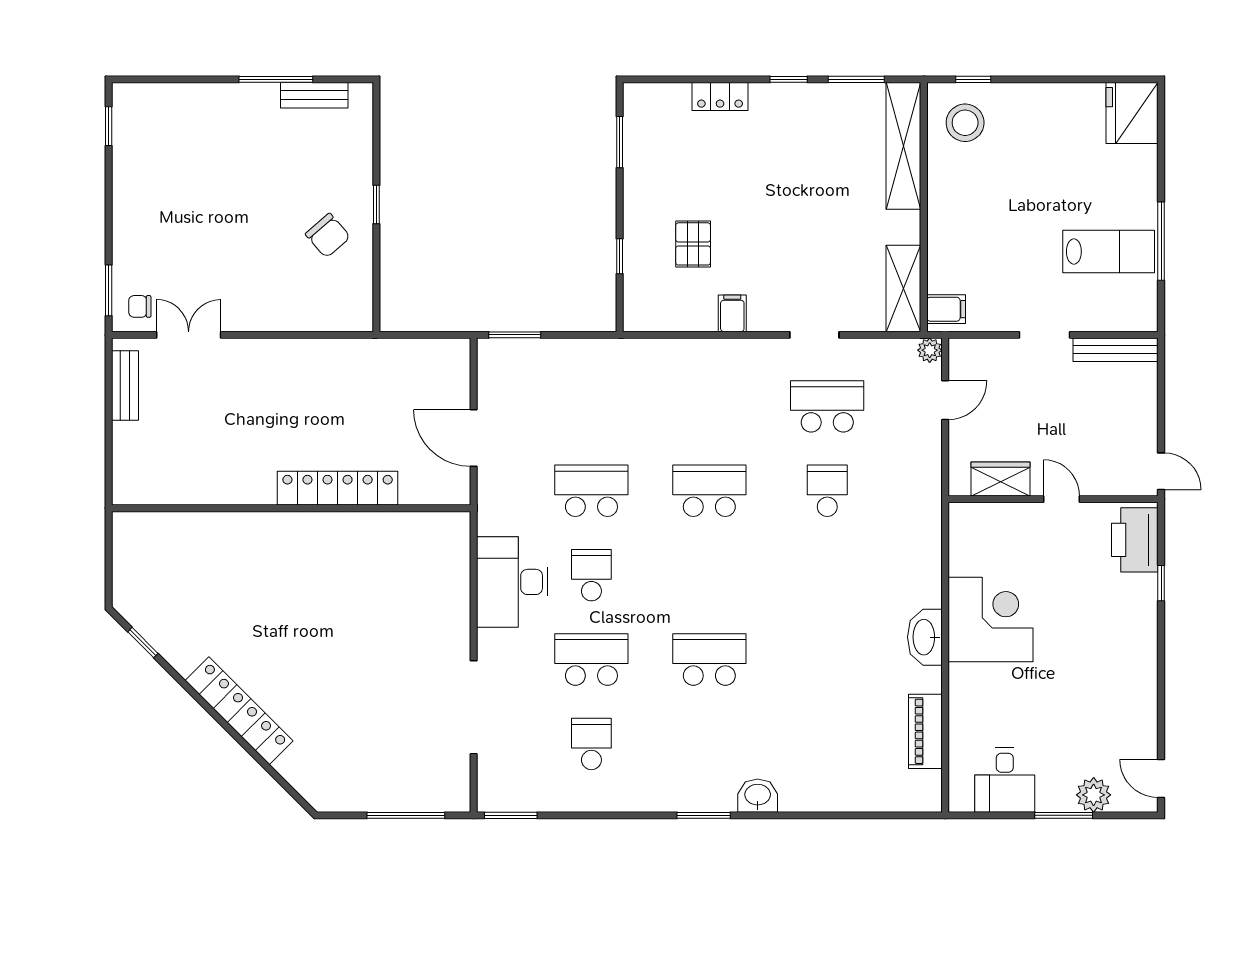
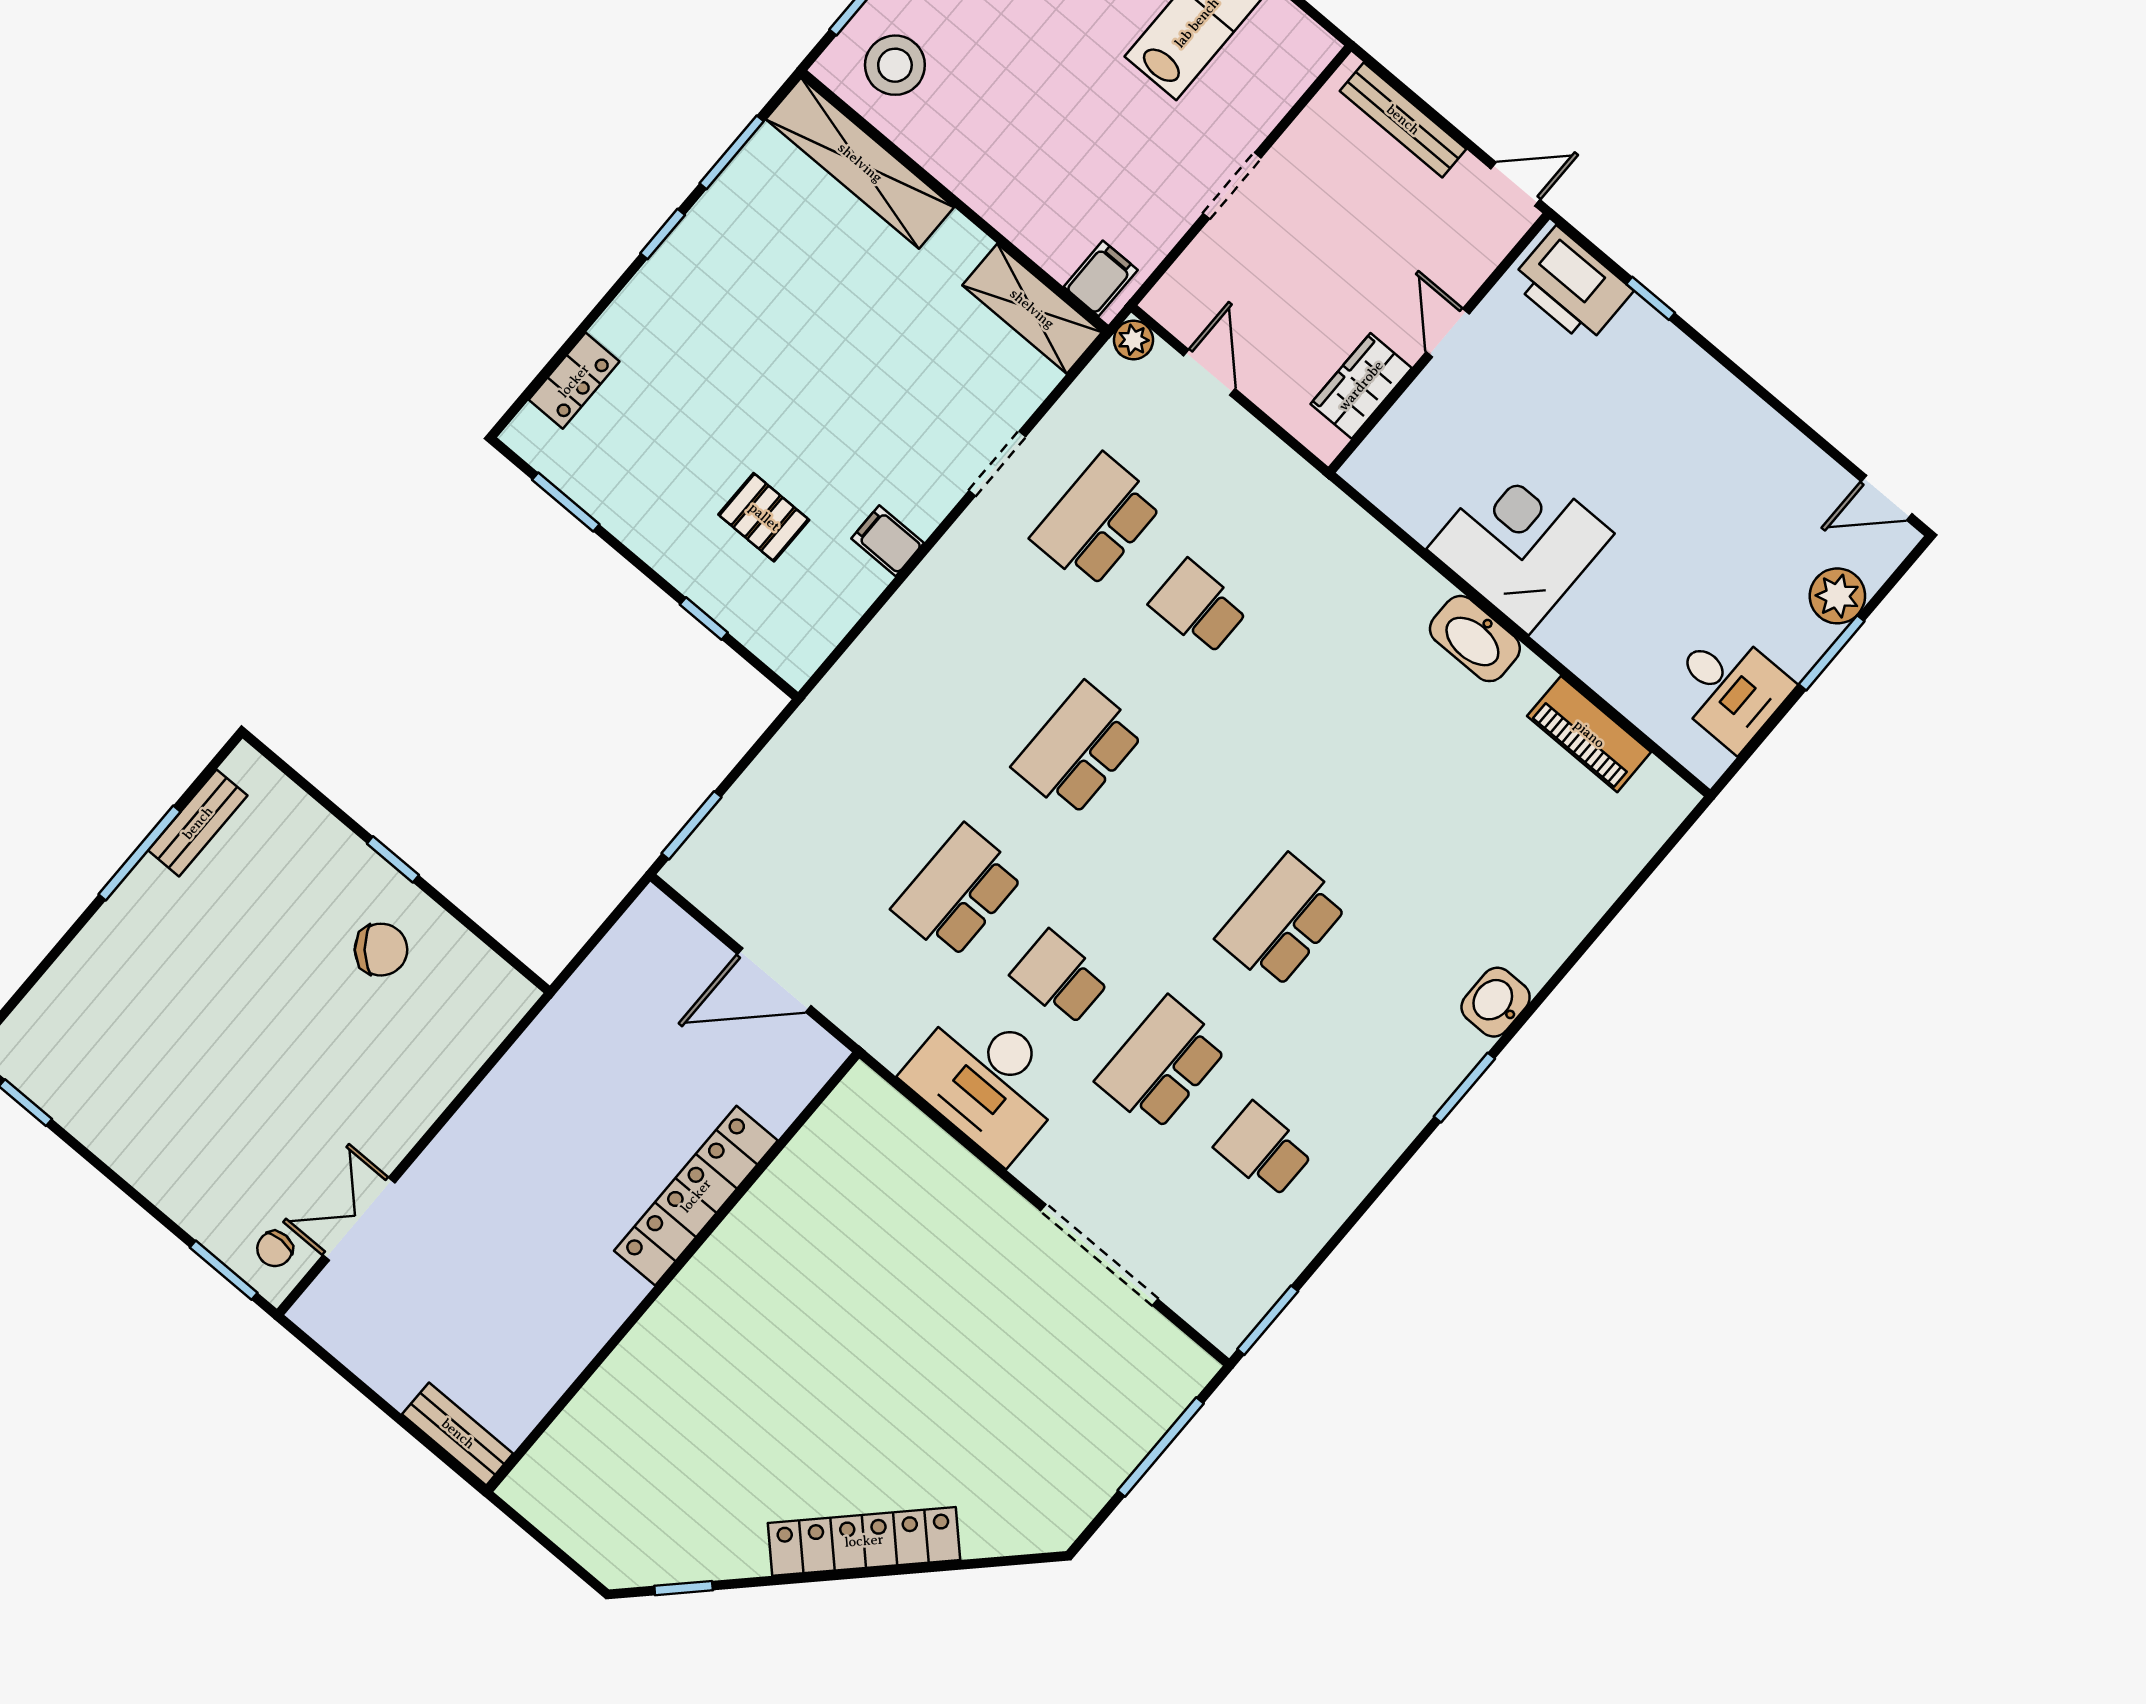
locker: (720, 97) -> (574, 381), moved
bench: (1115, 350) -> (1403, 120), moved, turned 90
bench: (125, 386) -> (458, 1434), moved
door: (1061, 499) -> (1448, 333), hinge flipped

